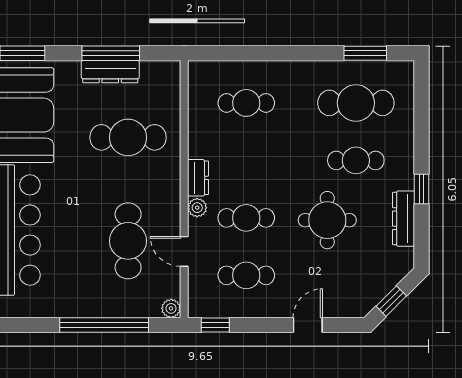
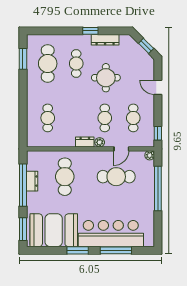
window: (111, 53) -> (23, 185), width x1.46
dresser: (110, 72) -> (32, 181), width x0.70

